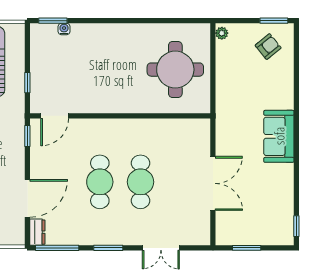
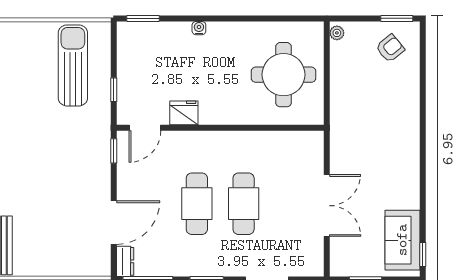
water cooler: (64, 29) -> (199, 28), moved
fridge: (89, 103) -> (184, 113), added
sofa: (279, 136) -> (402, 240), moved

